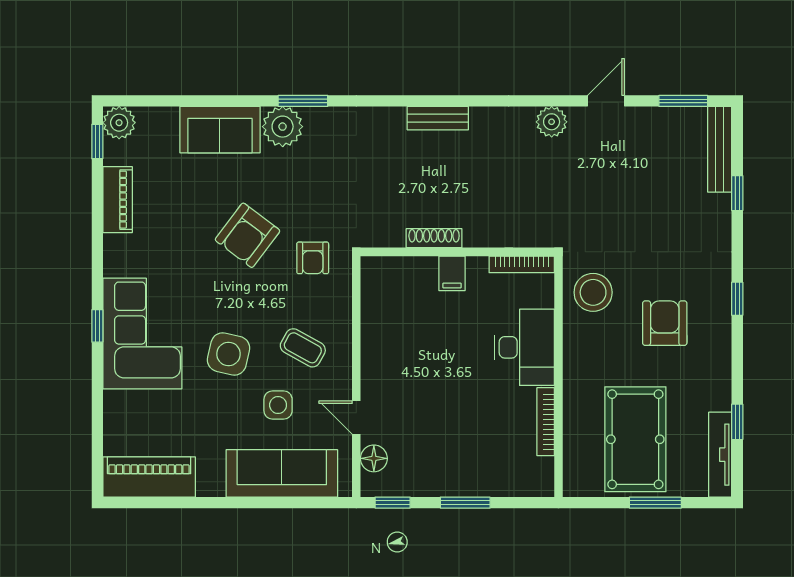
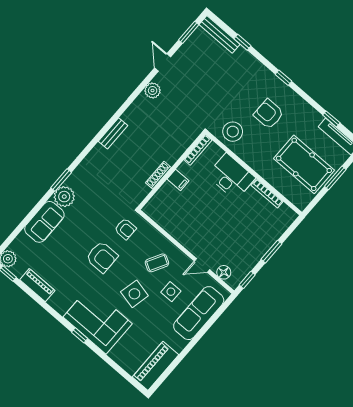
armchair: (247, 235) -> (102, 257), moved, turned -37

